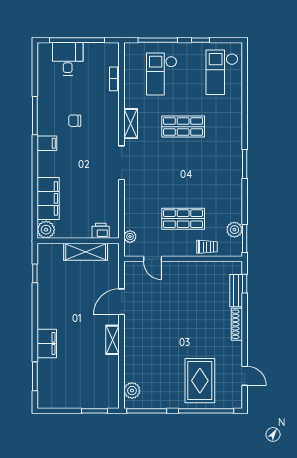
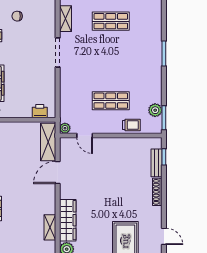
plant: (130, 237) -> (65, 128), moved
shelving: (86, 252) -> (48, 142), moved, turned 90
shelving: (113, 340) -> (50, 227), moved
wardrobe: (133, 357) -> (68, 220), added

